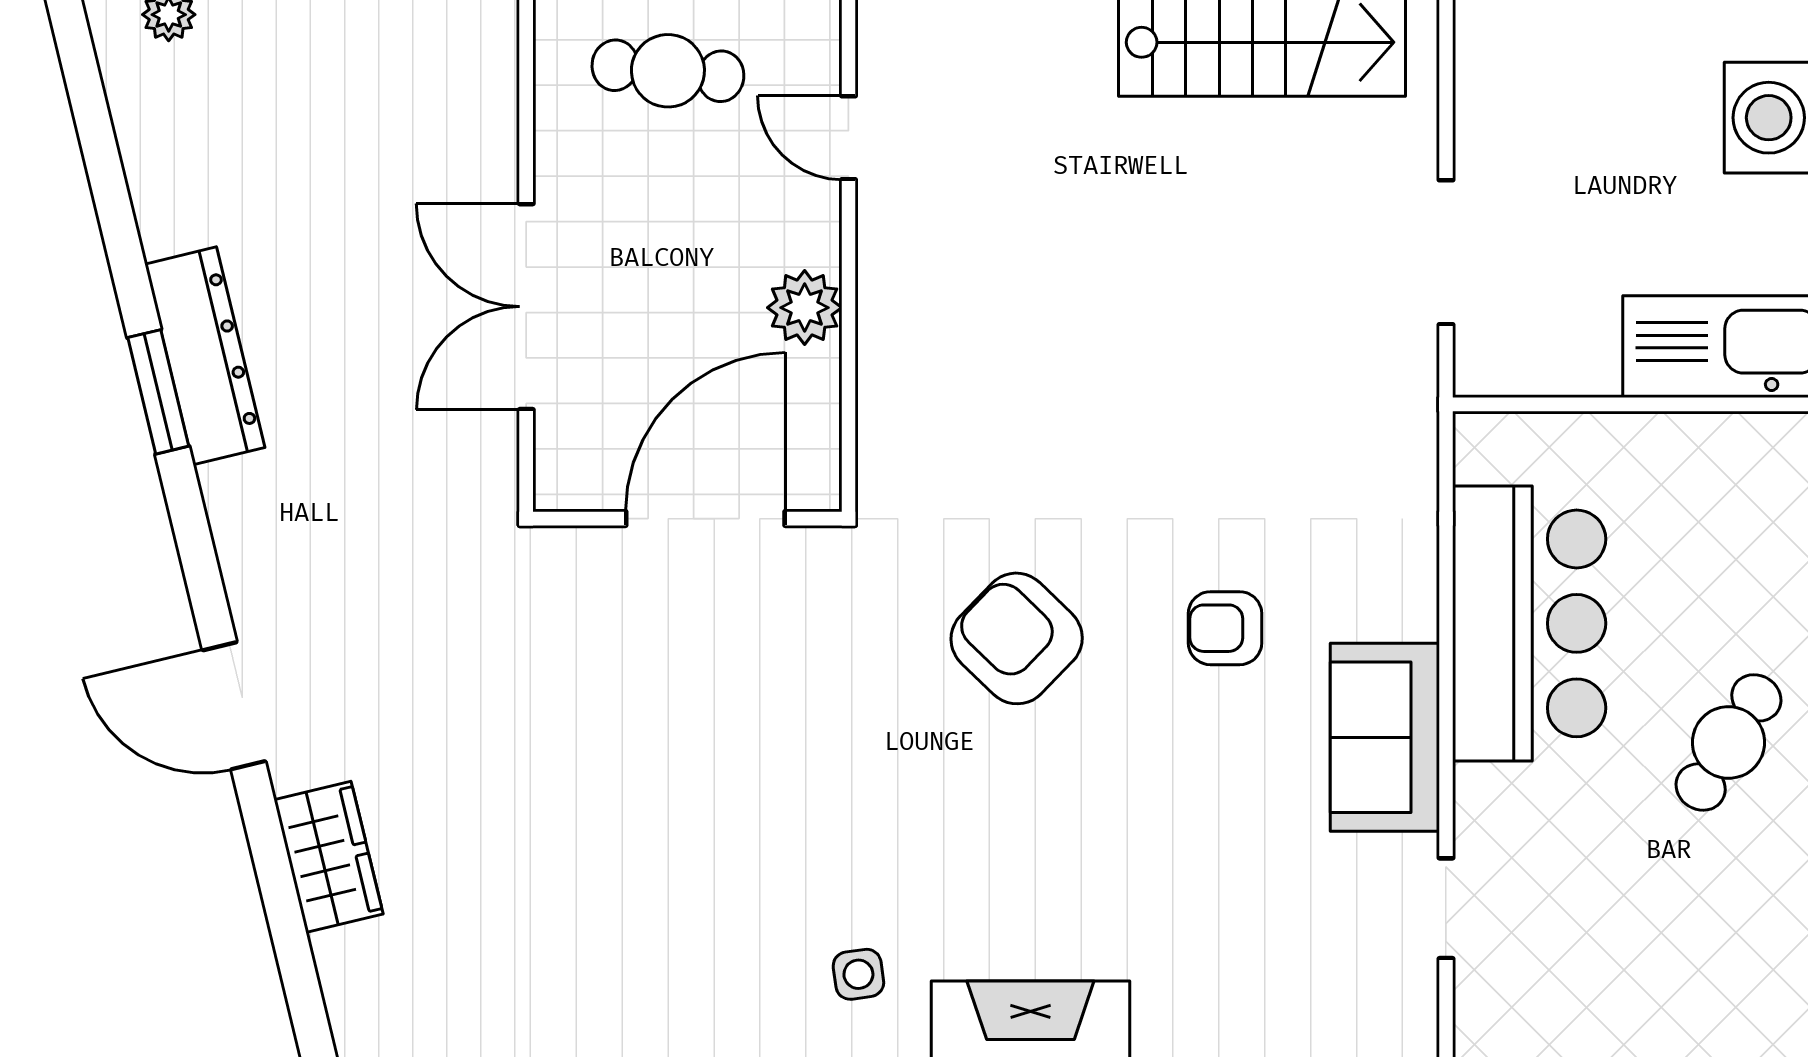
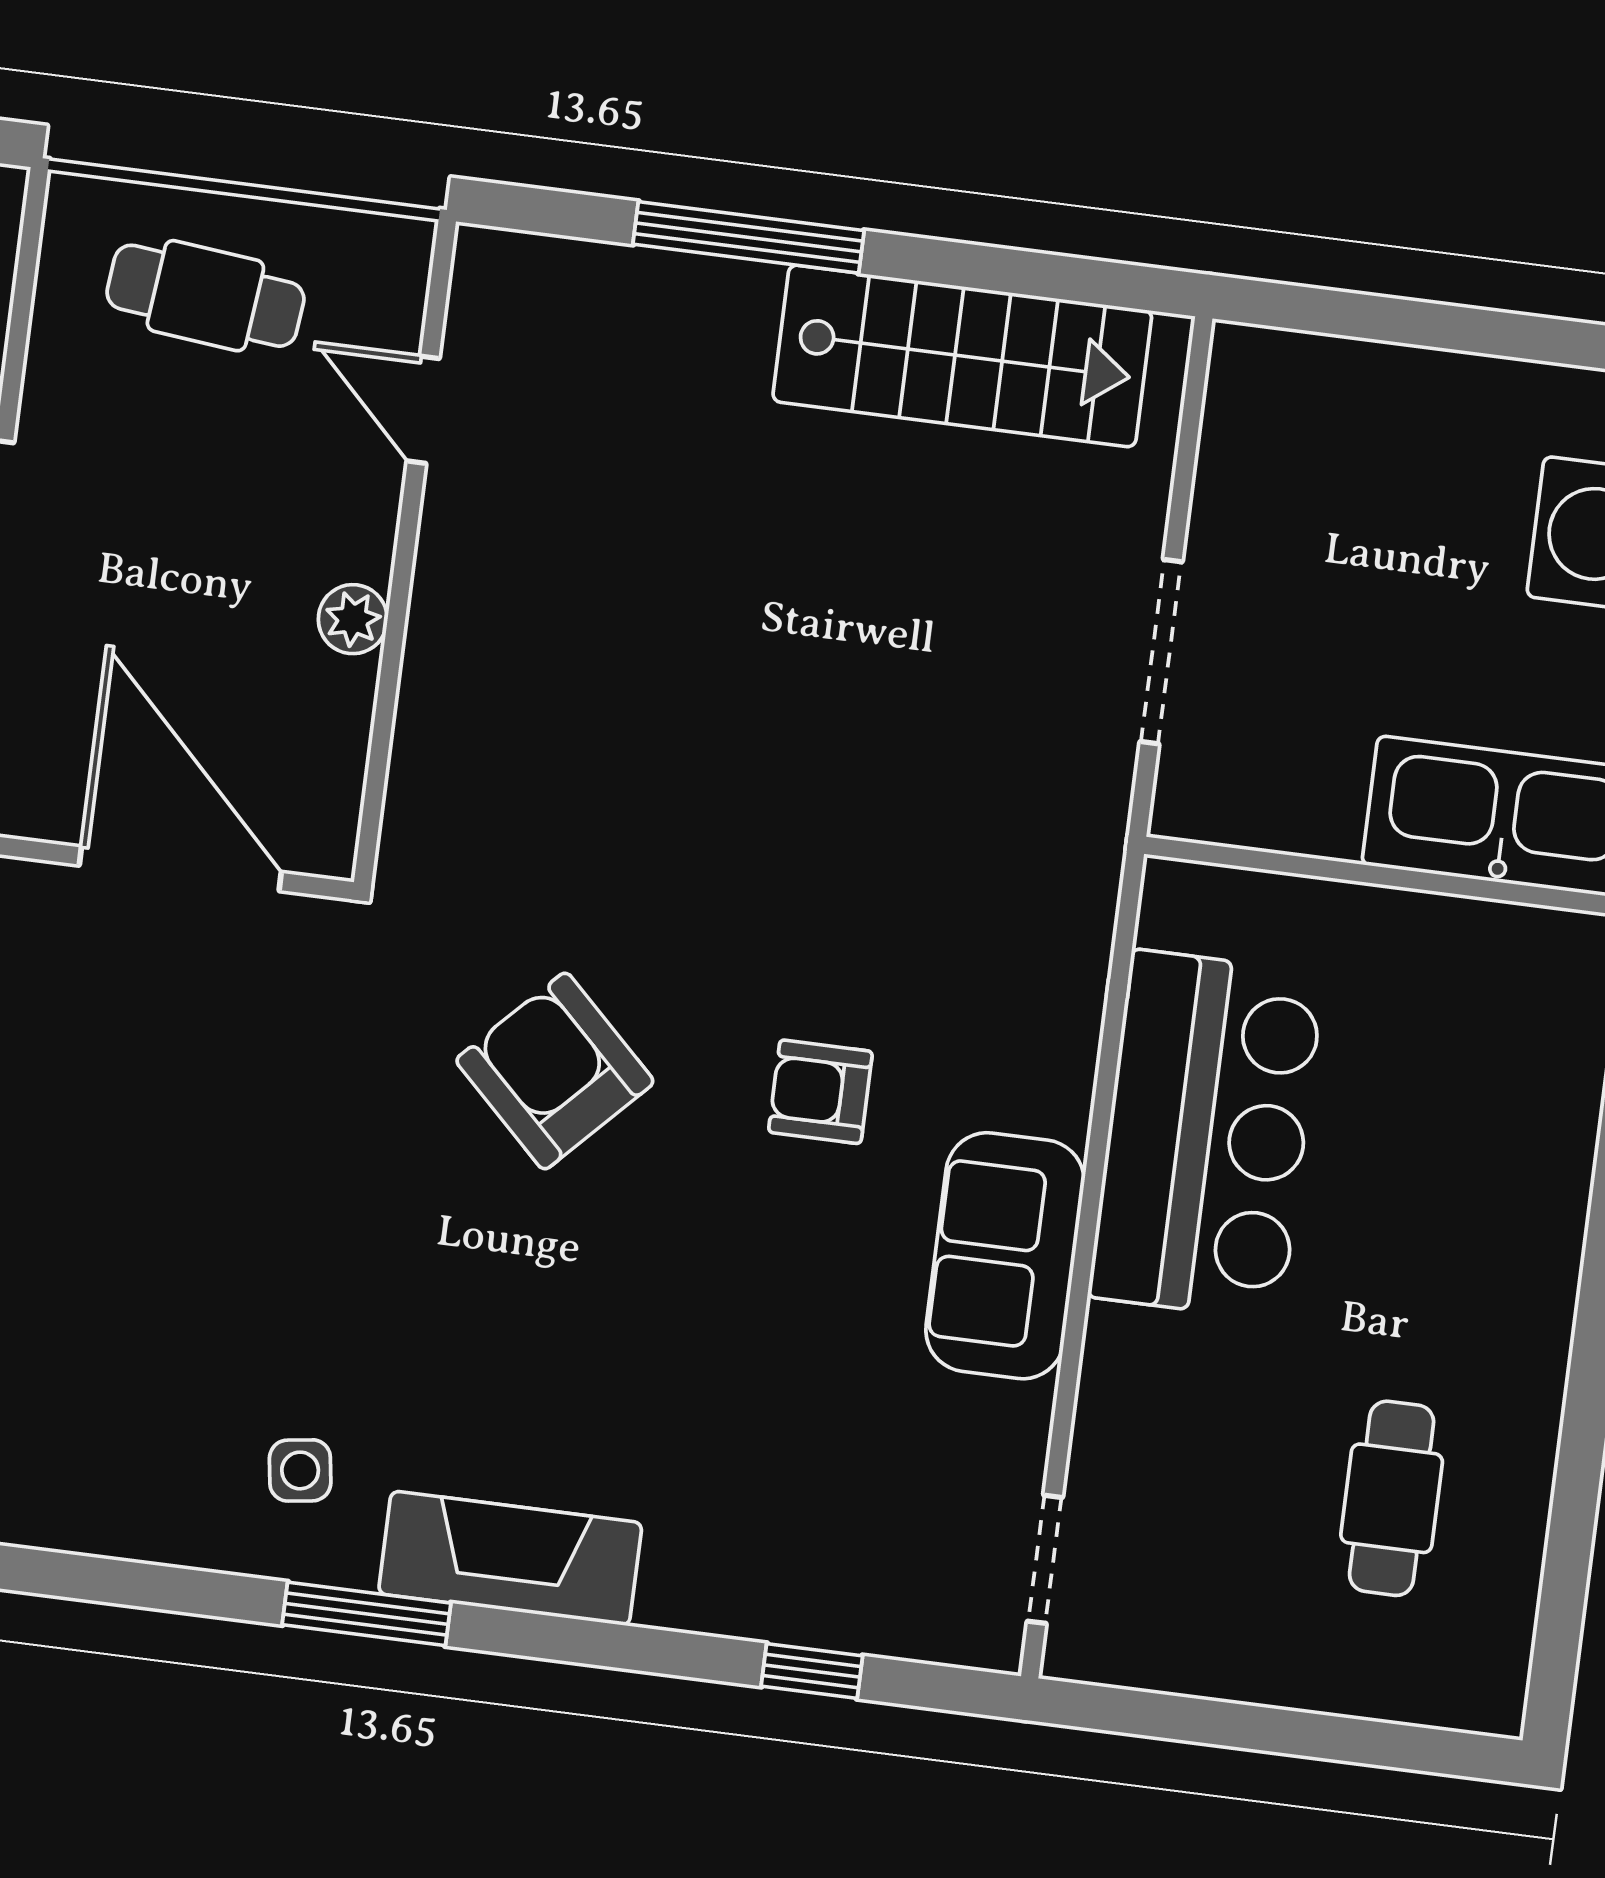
plant: (805, 308) -> (353, 619), width x0.73, depth x0.73
door: (705, 519) -> (180, 869), hinge flipped
cafe table: (1728, 742) -> (1392, 1498), moved, turned -32
doorway: (1446, 908) -> (1045, 1559), moved

